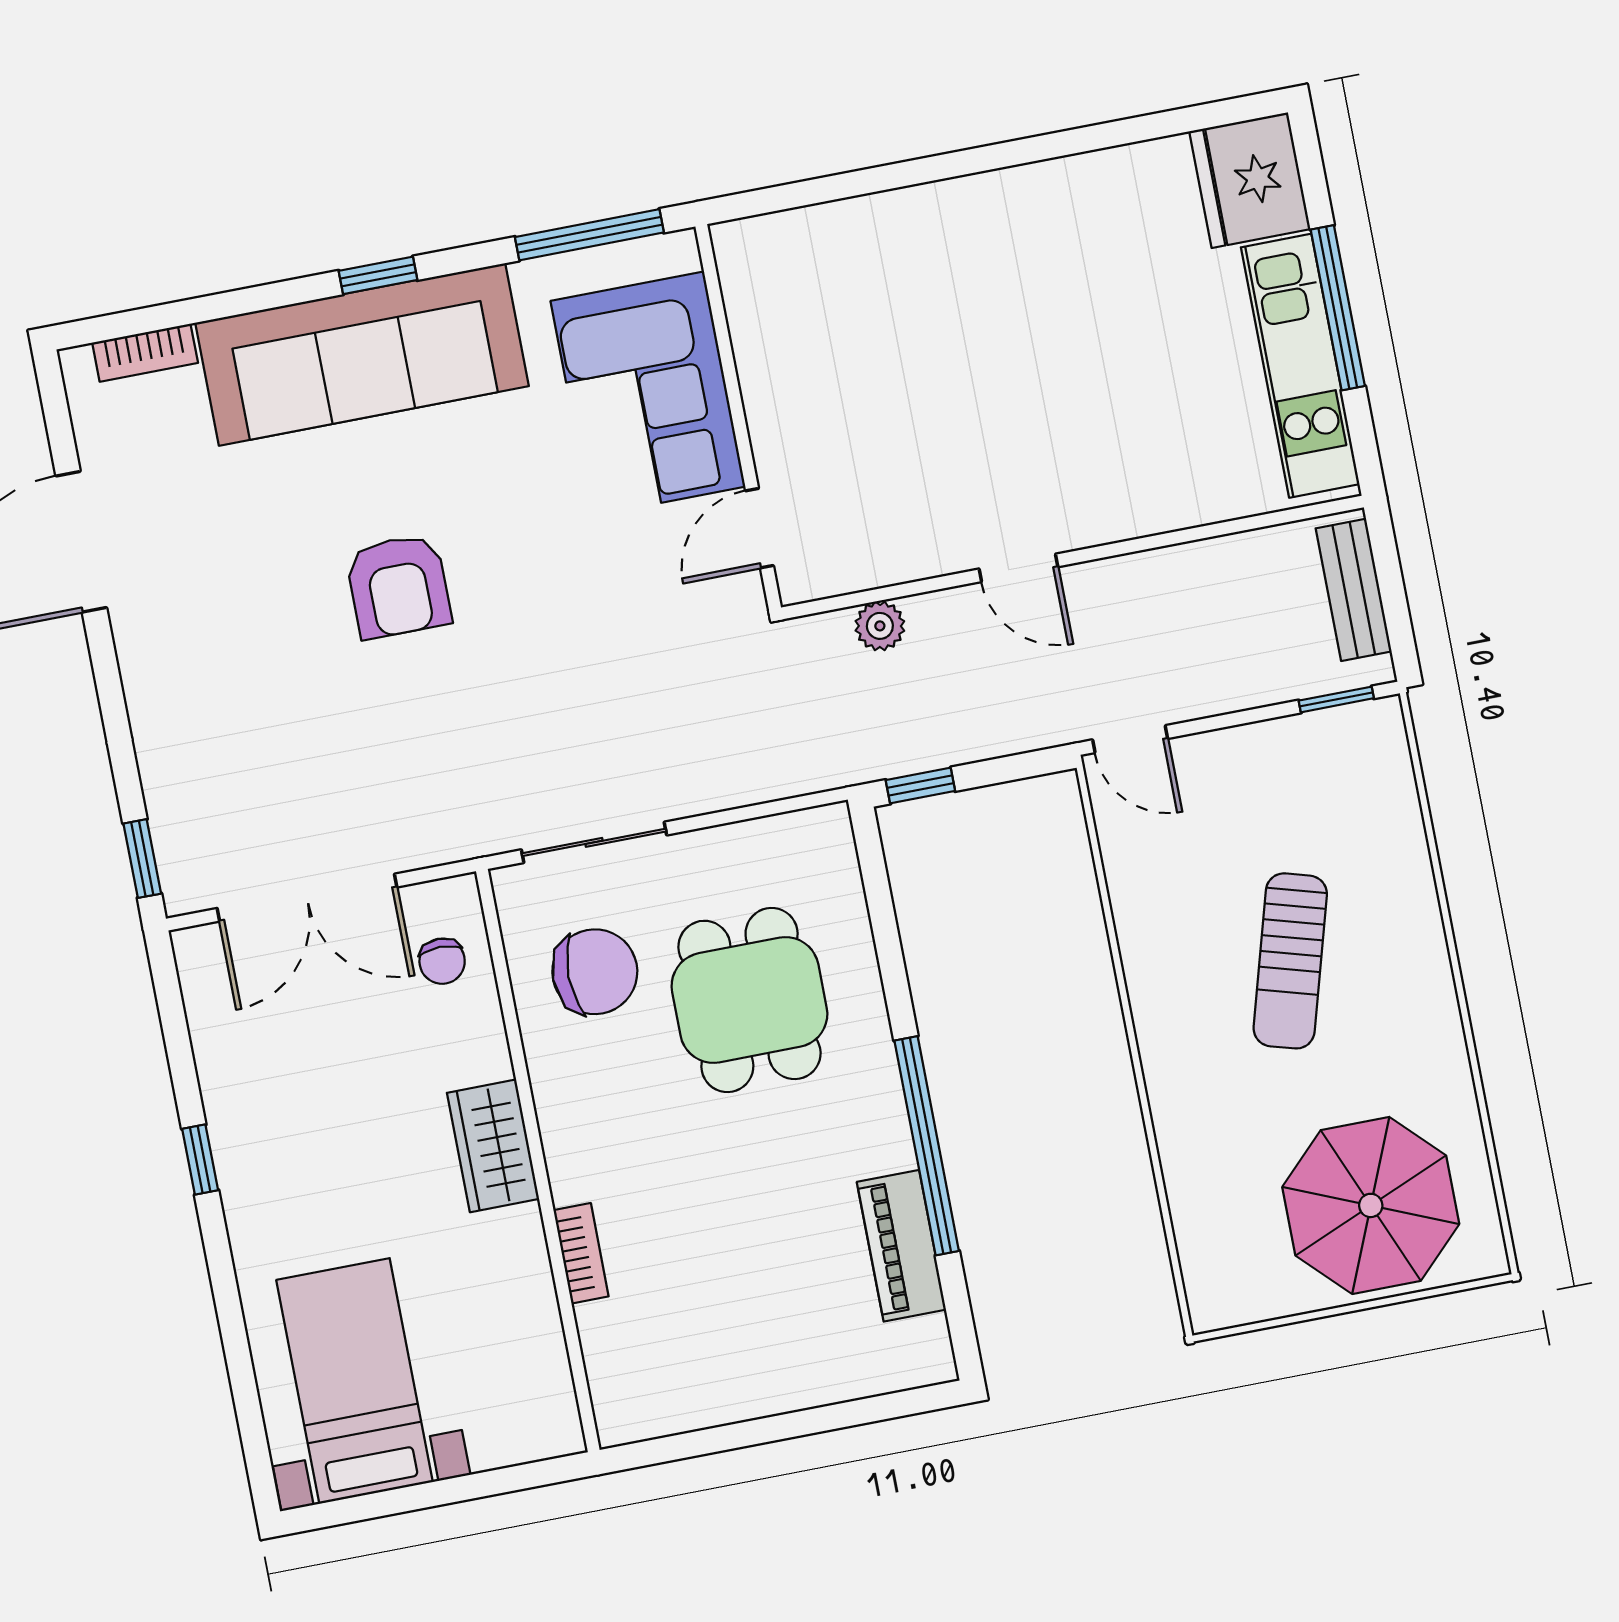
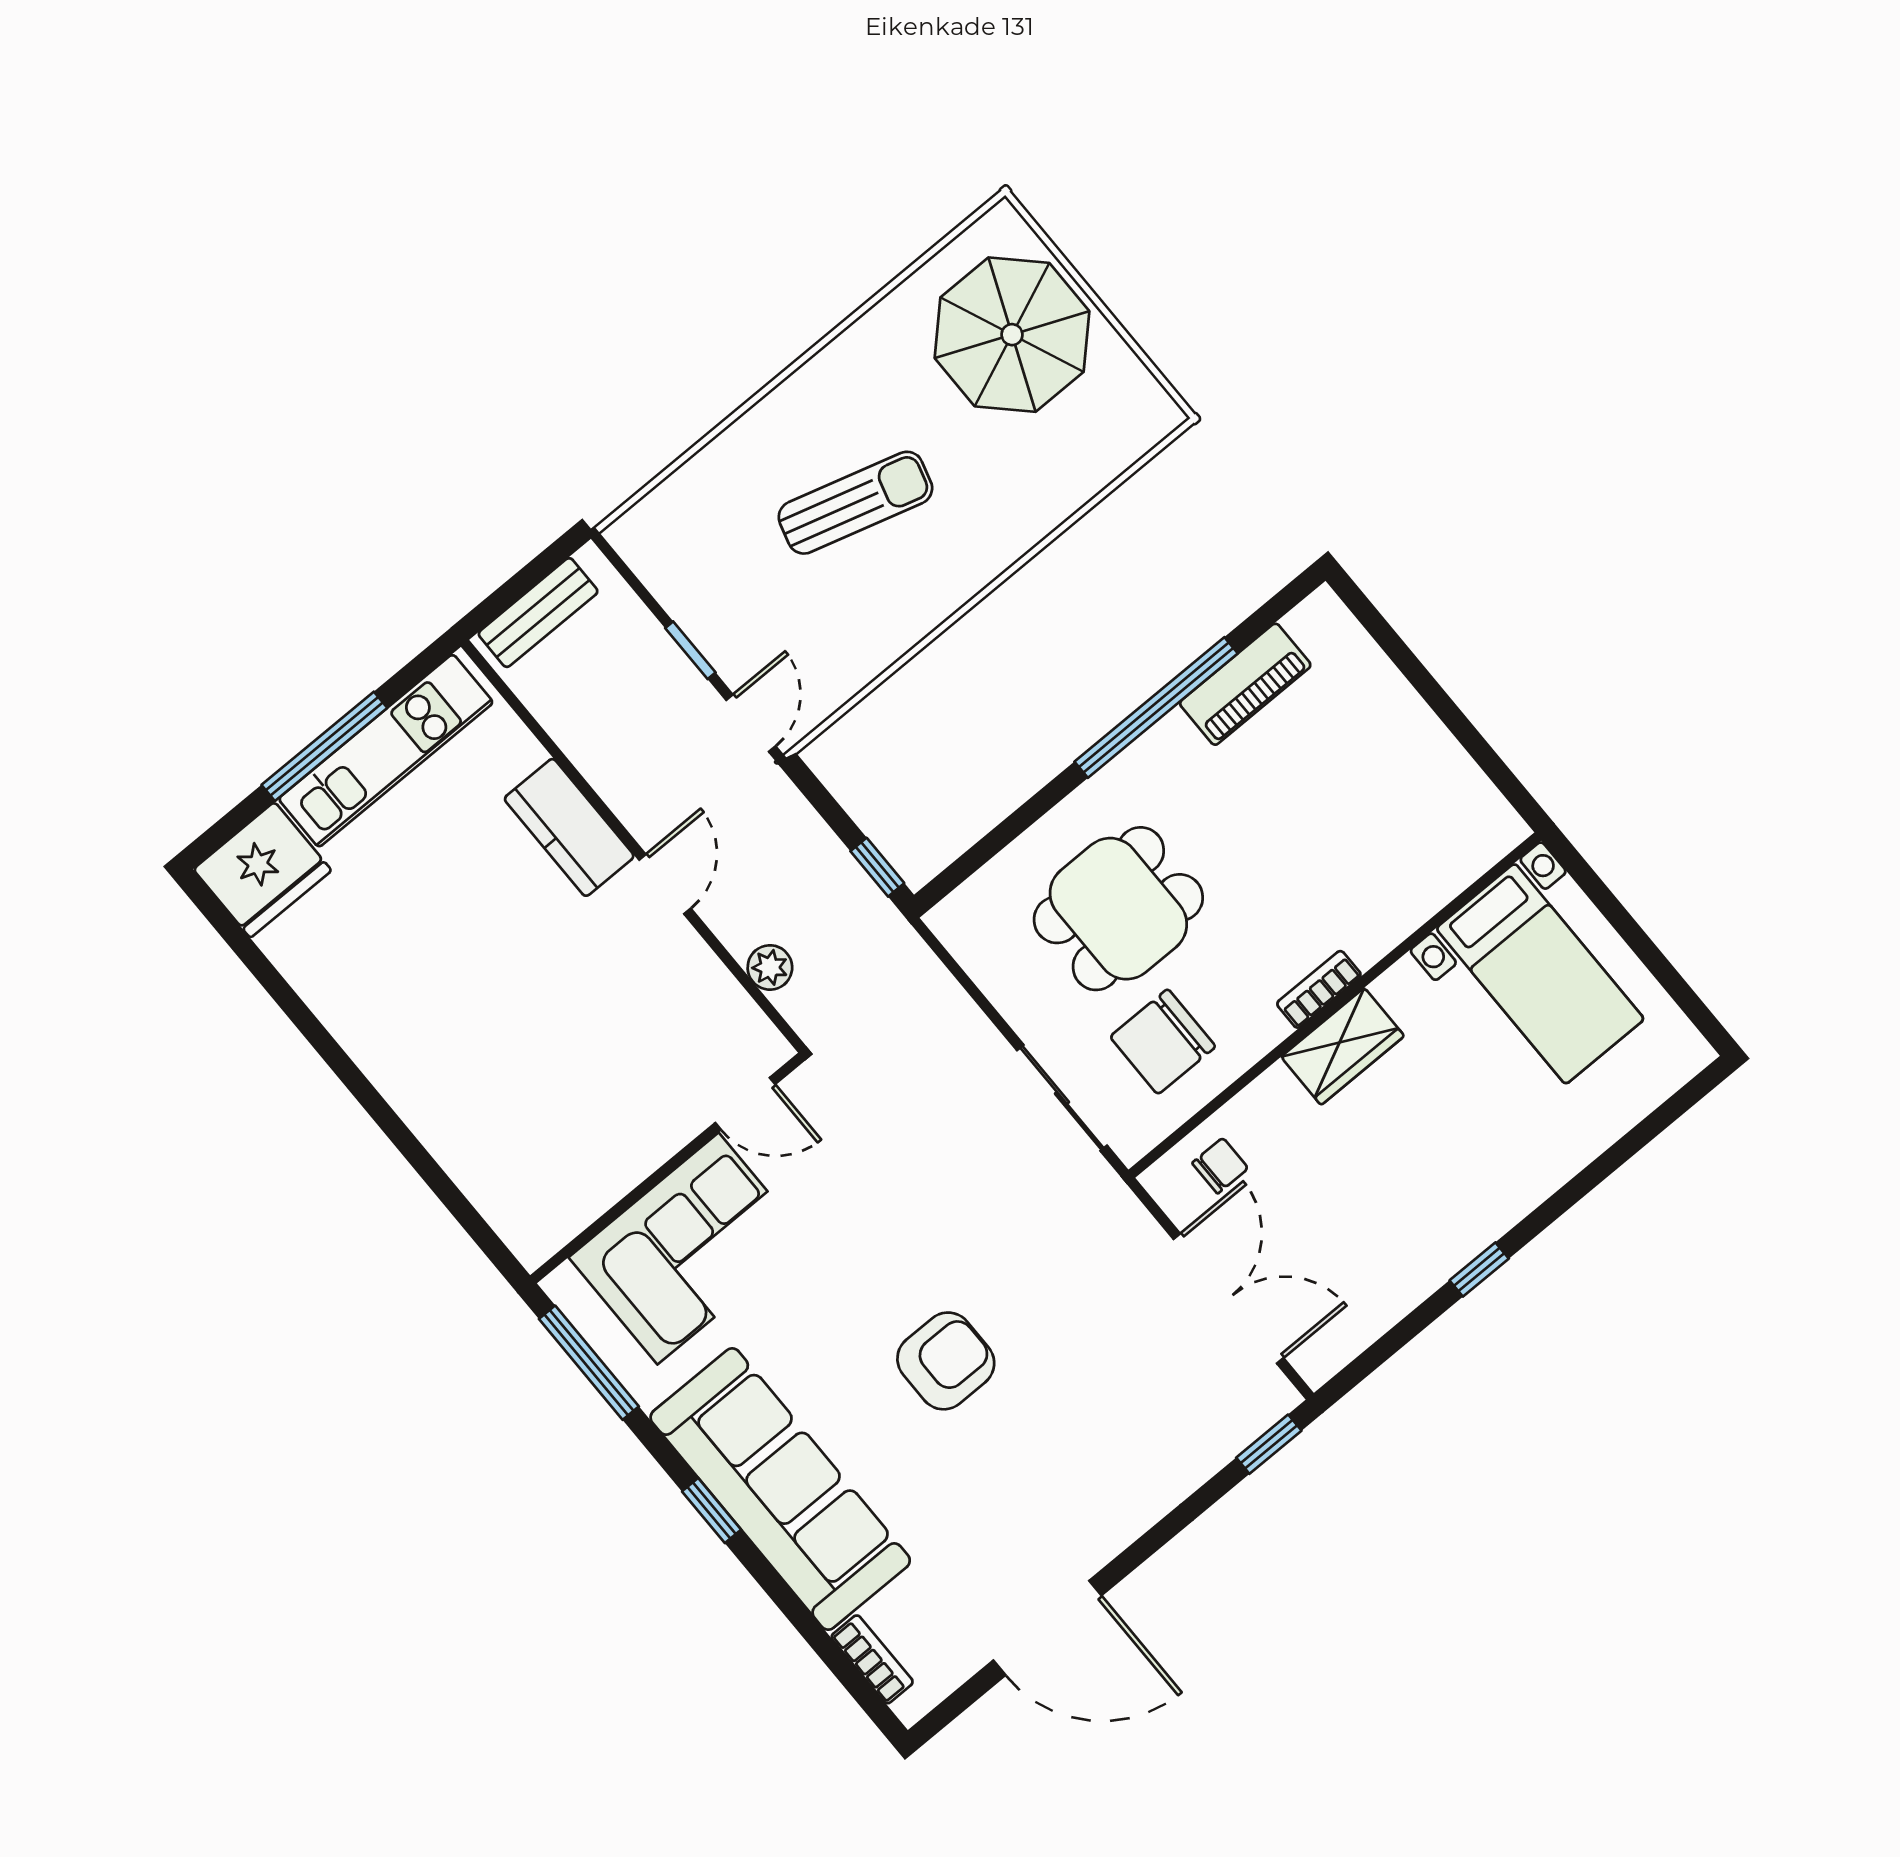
kitchen counter: (1126, 504) -> (569, 827), added
window: (1336, 699) -> (690, 650), moved
chair: (595, 972) -> (1163, 1042), turned -90
bookcase: (581, 1253) -> (1319, 989), moved
bed with nightstands: (354, 1381) -> (1540, 974), moved, turned -90

